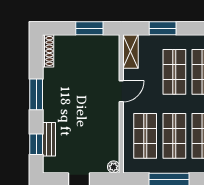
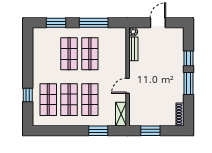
shop shelf: (145, 136) -> (111, 54), removed
bench: (49, 139) -> (133, 49), moved
window: (36, 144) -> (188, 58), moved

